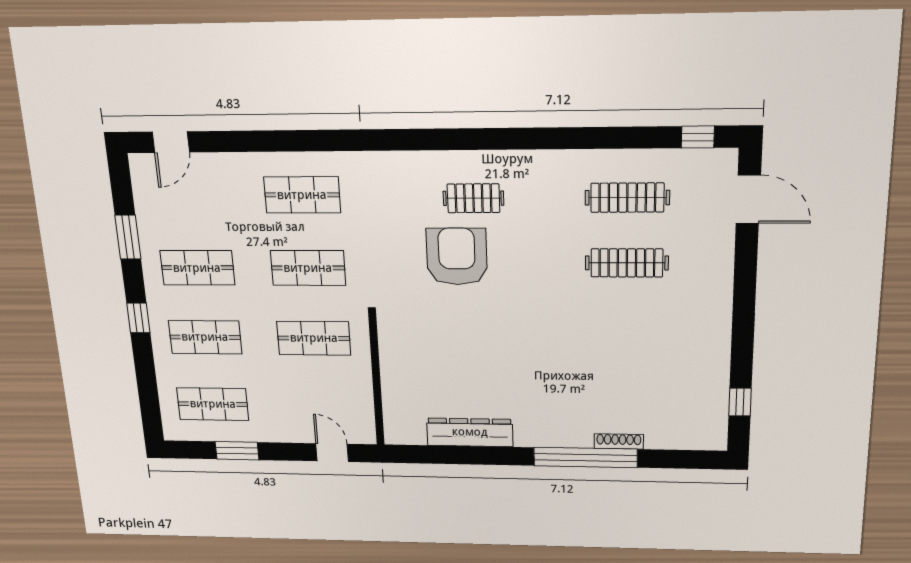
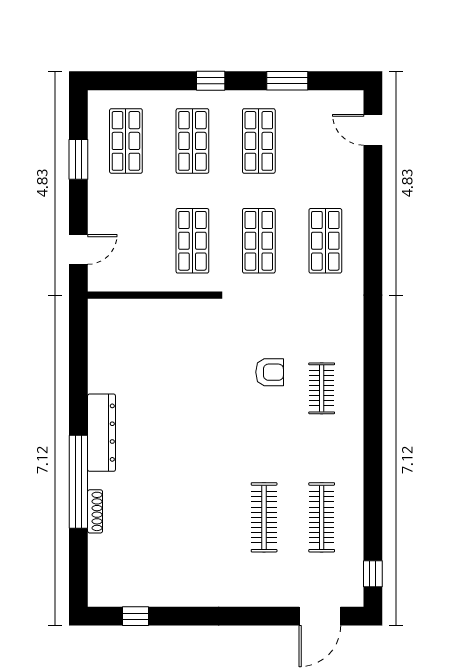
armchair: (457, 257) -> (270, 372), width x0.53, depth x0.53
dresser: (470, 432) -> (102, 433), moved

